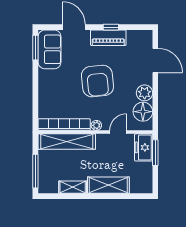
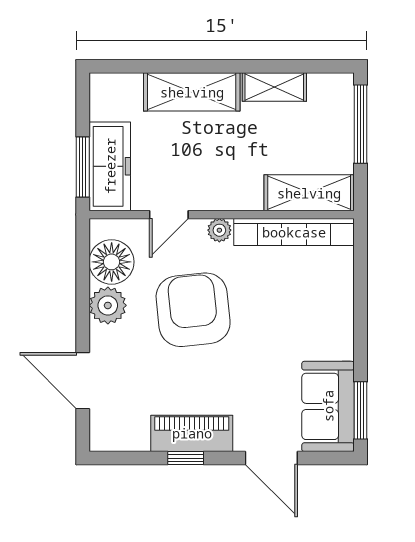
armchair: (97, 81) -> (193, 310), moved
shelving: (67, 142) -> (309, 193), width x0.68
freezer: (144, 147) -> (110, 166), width x1.40

